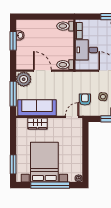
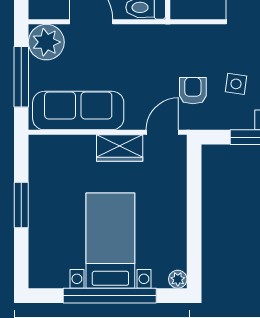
wardrobe: (38, 123) -> (120, 148), moved
bed with nightstands: (44, 162) -> (110, 241), width x0.73
window: (13, 164) -> (21, 205), moved

